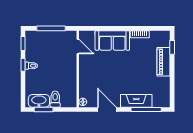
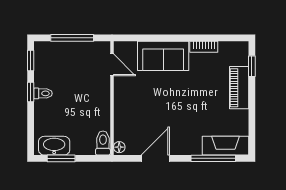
toilet: (55, 99) -> (103, 143), moved
fireplace: (136, 101) -> (225, 146), moved
door: (107, 109) -> (155, 158), hinge flipped

